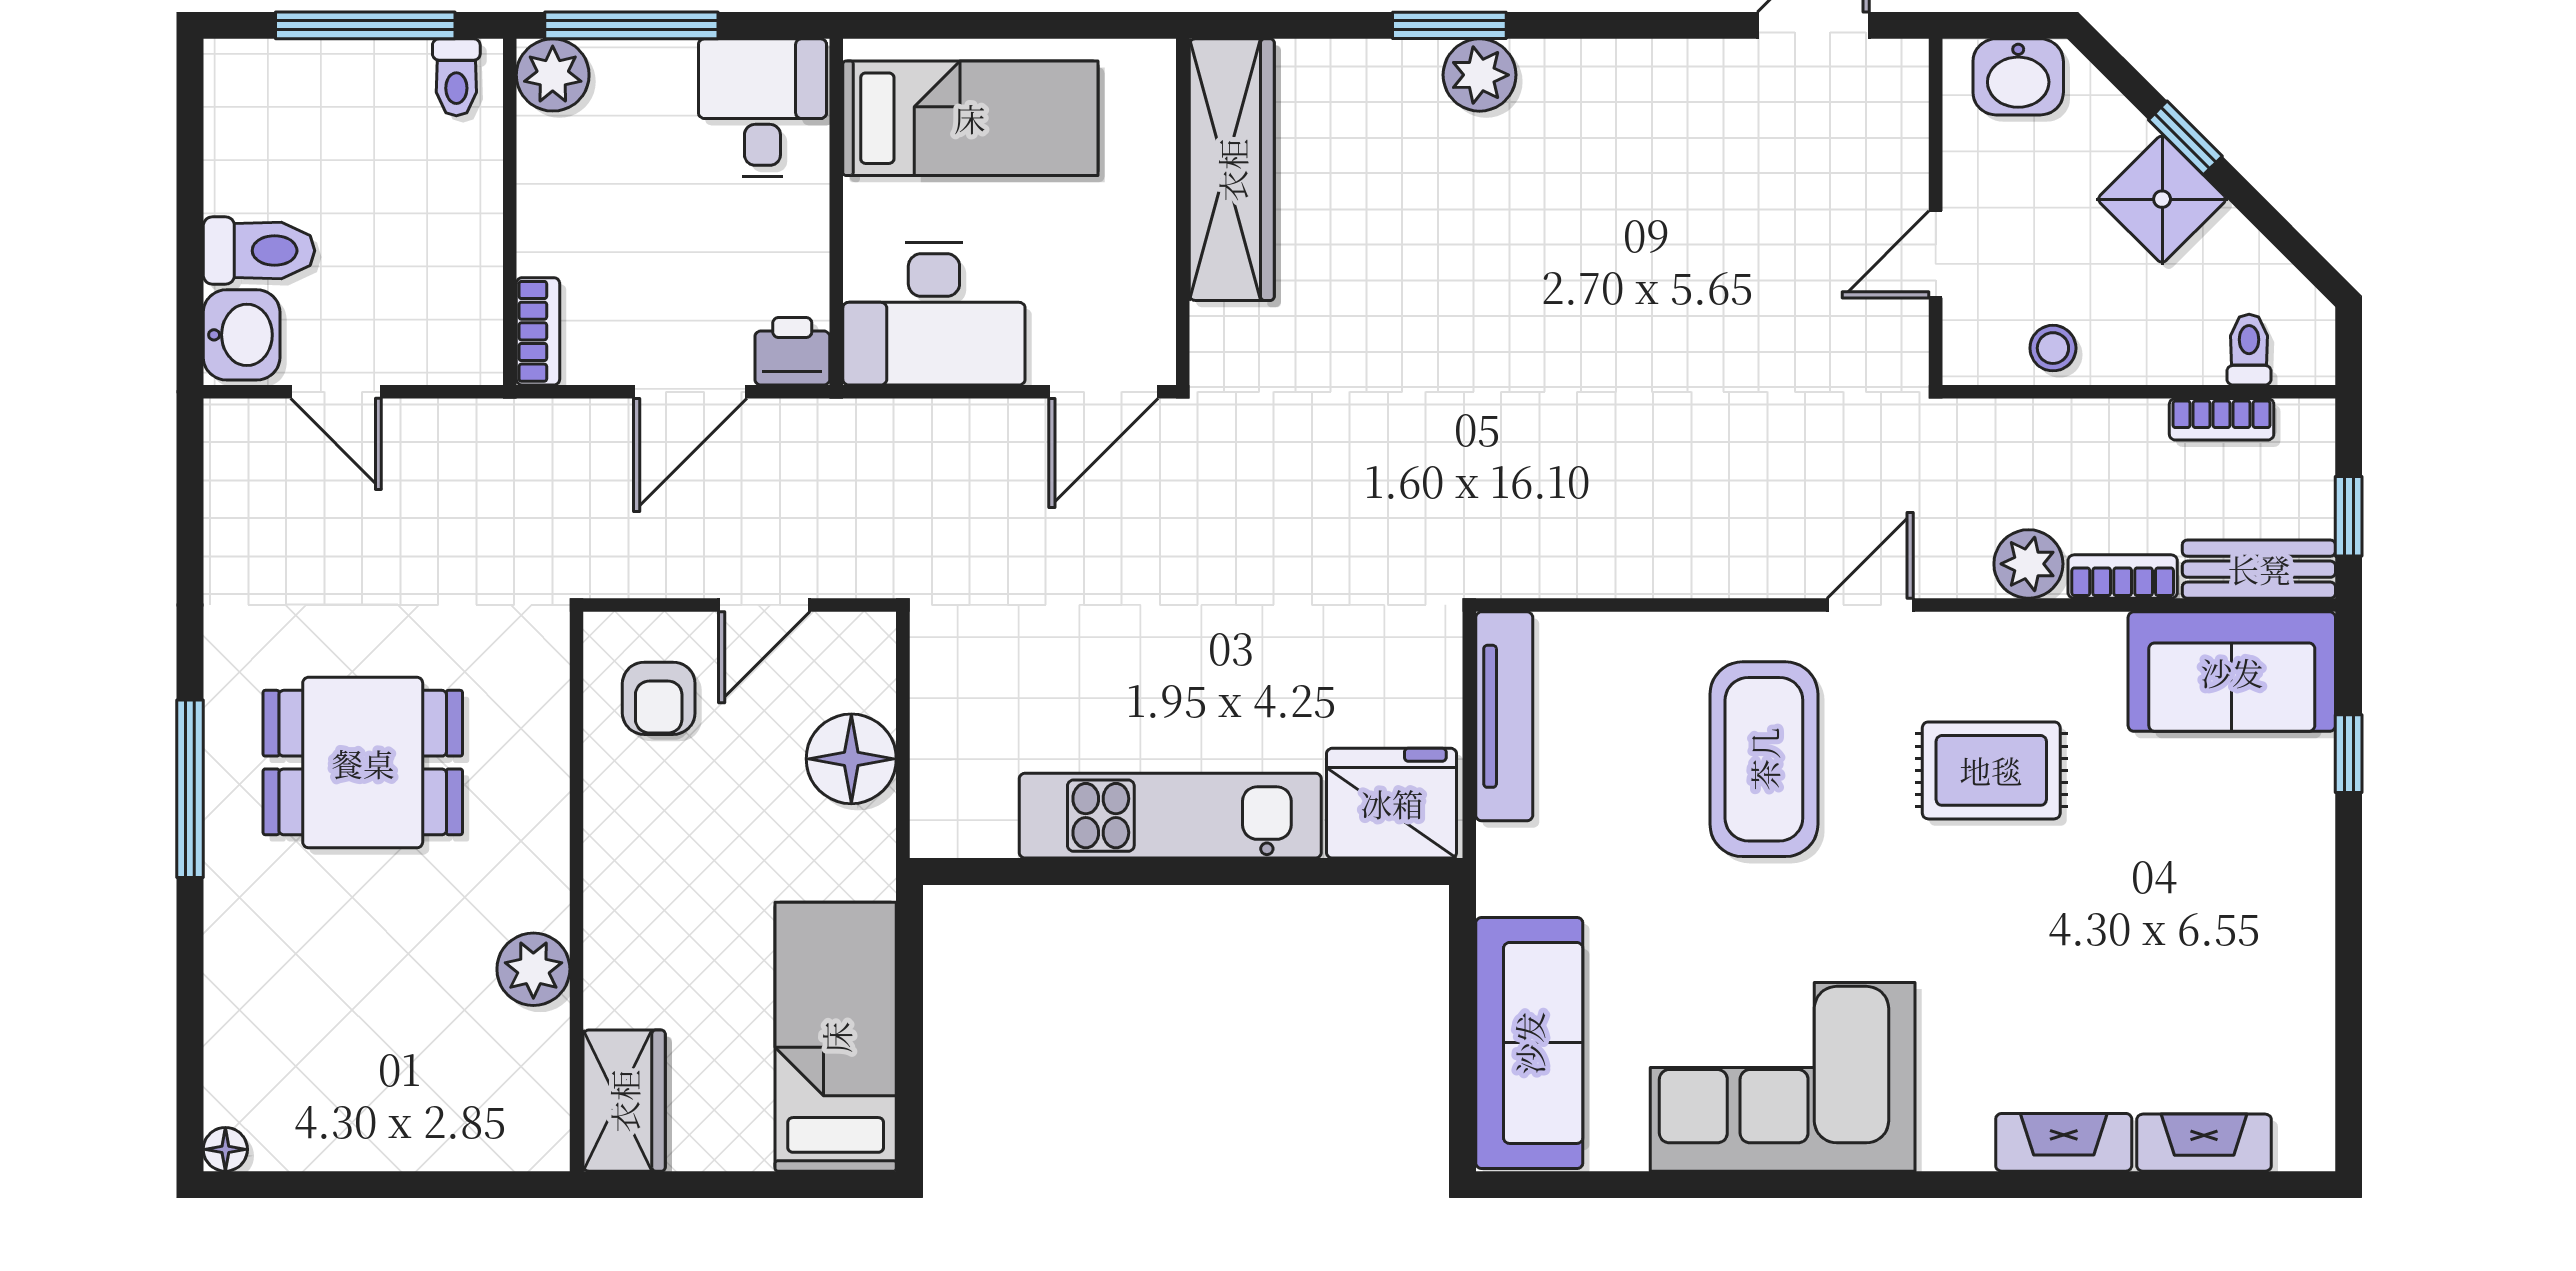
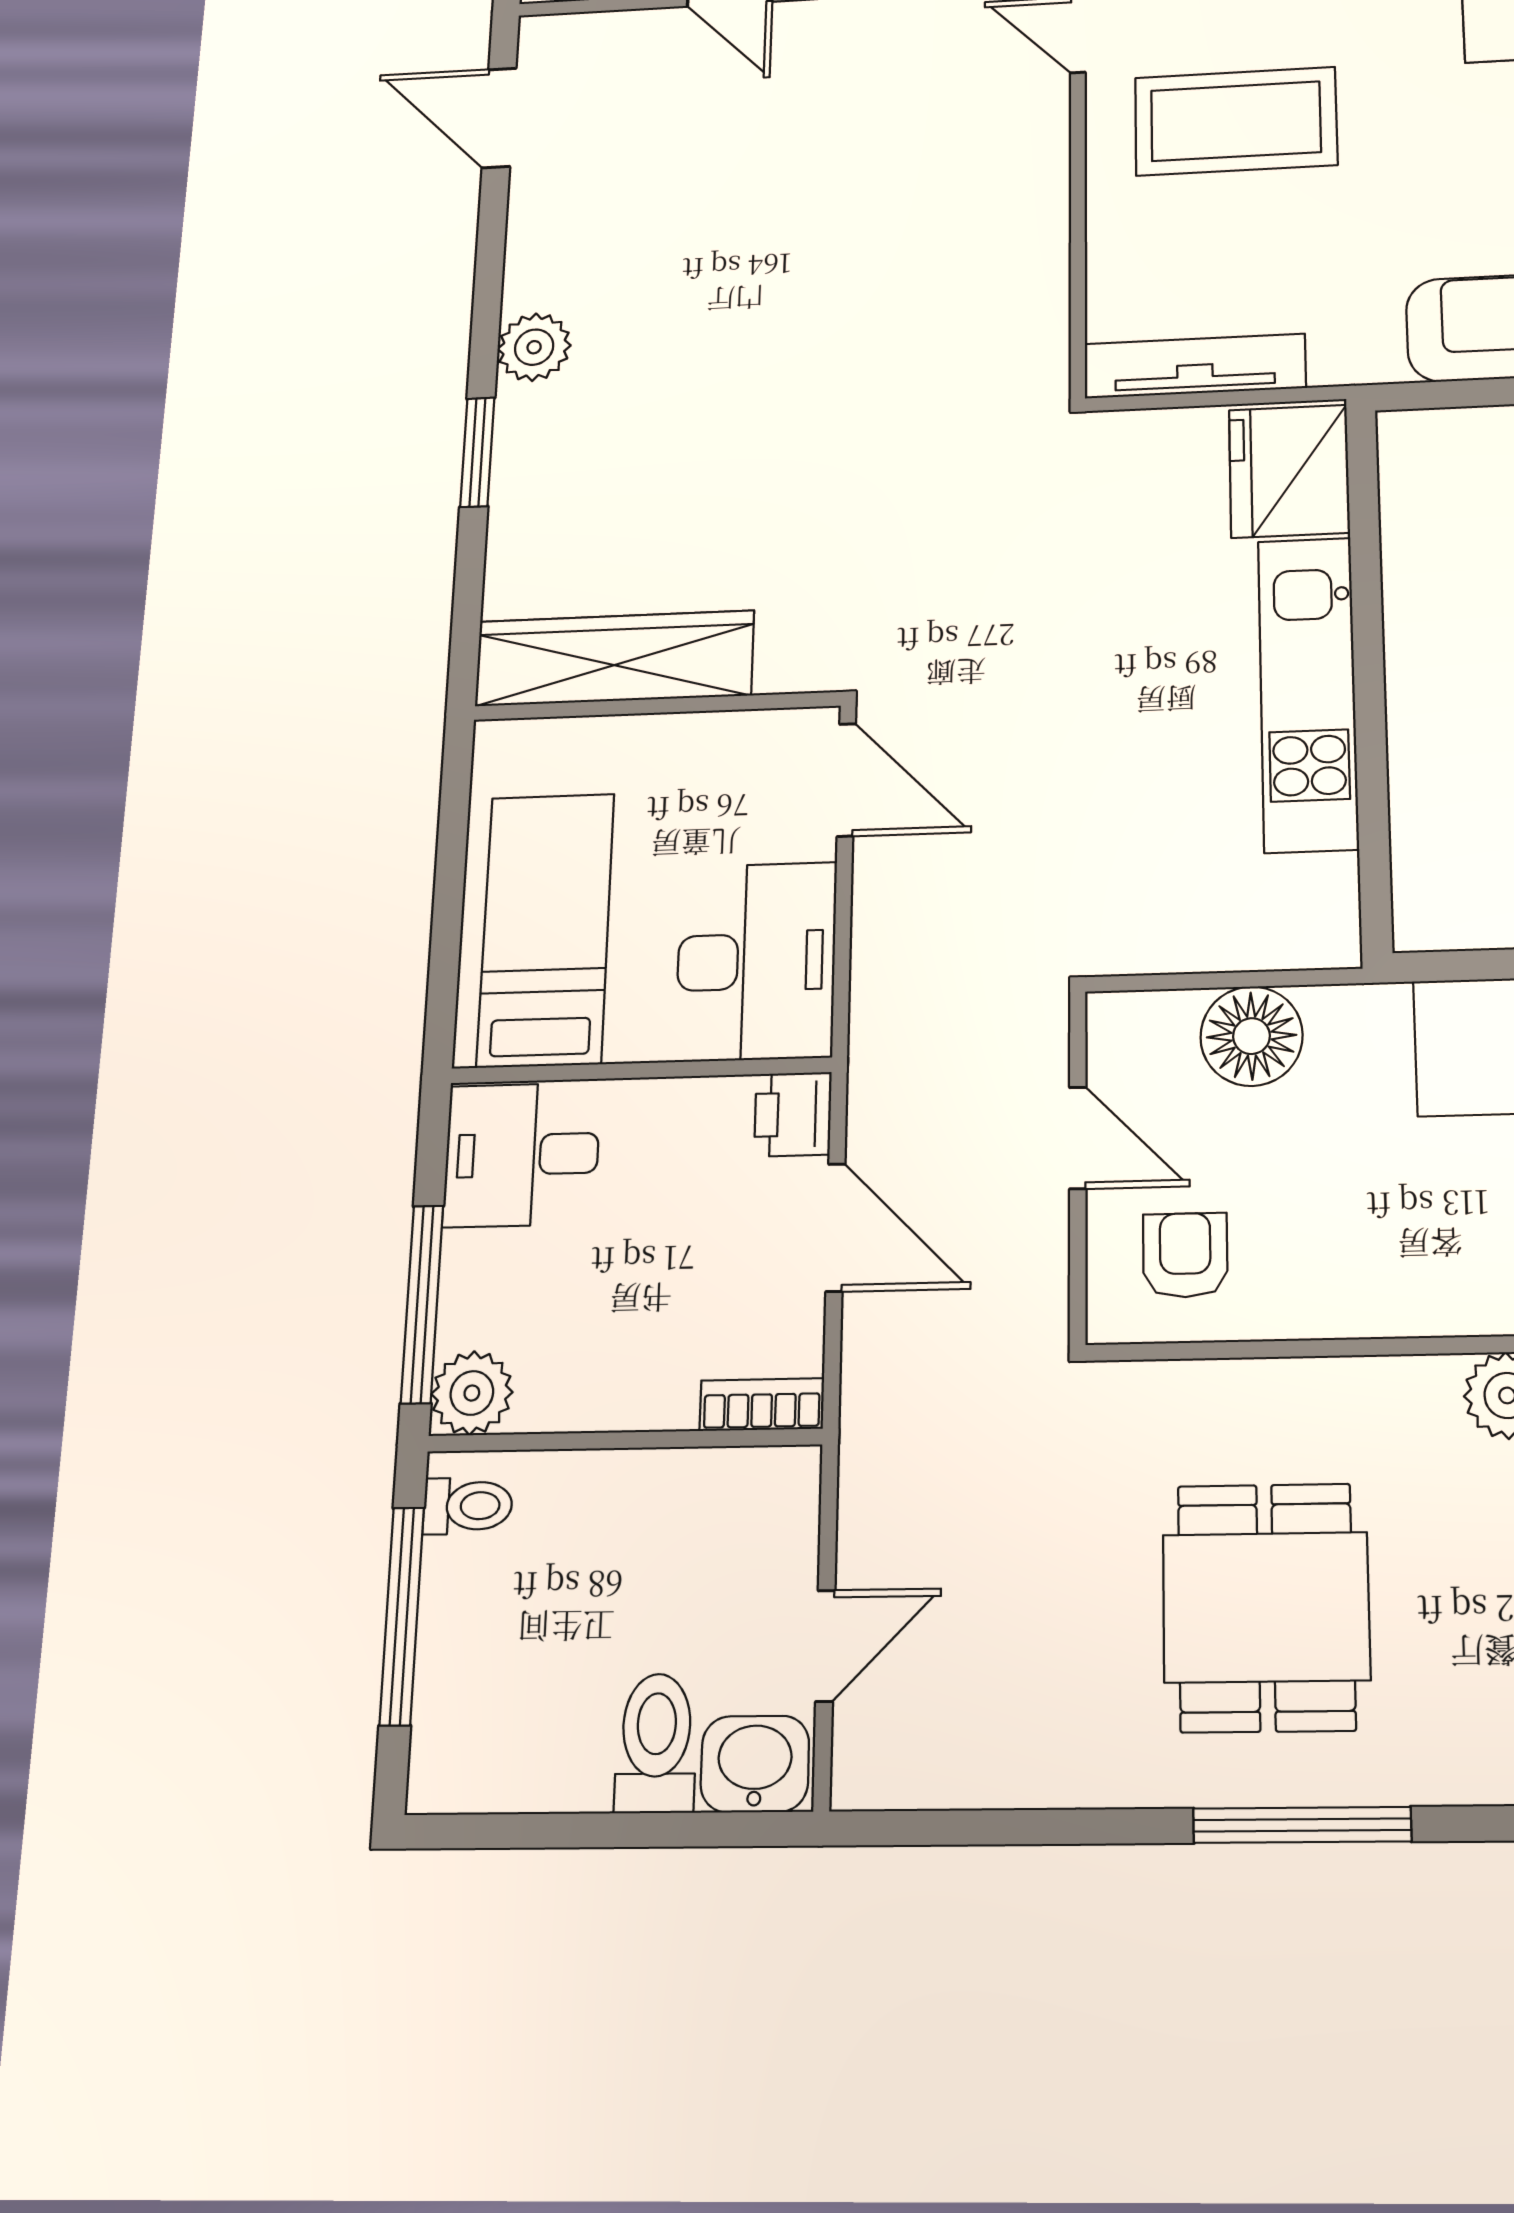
plant: (1480, 75) -> (534, 347), moved
armchair: (659, 698) -> (1185, 1255), turned -90

